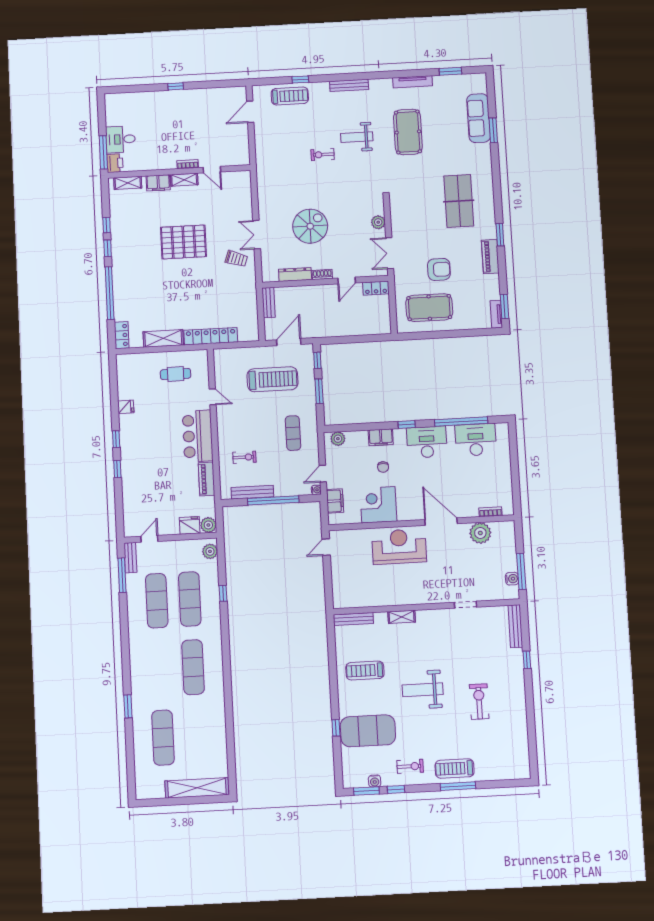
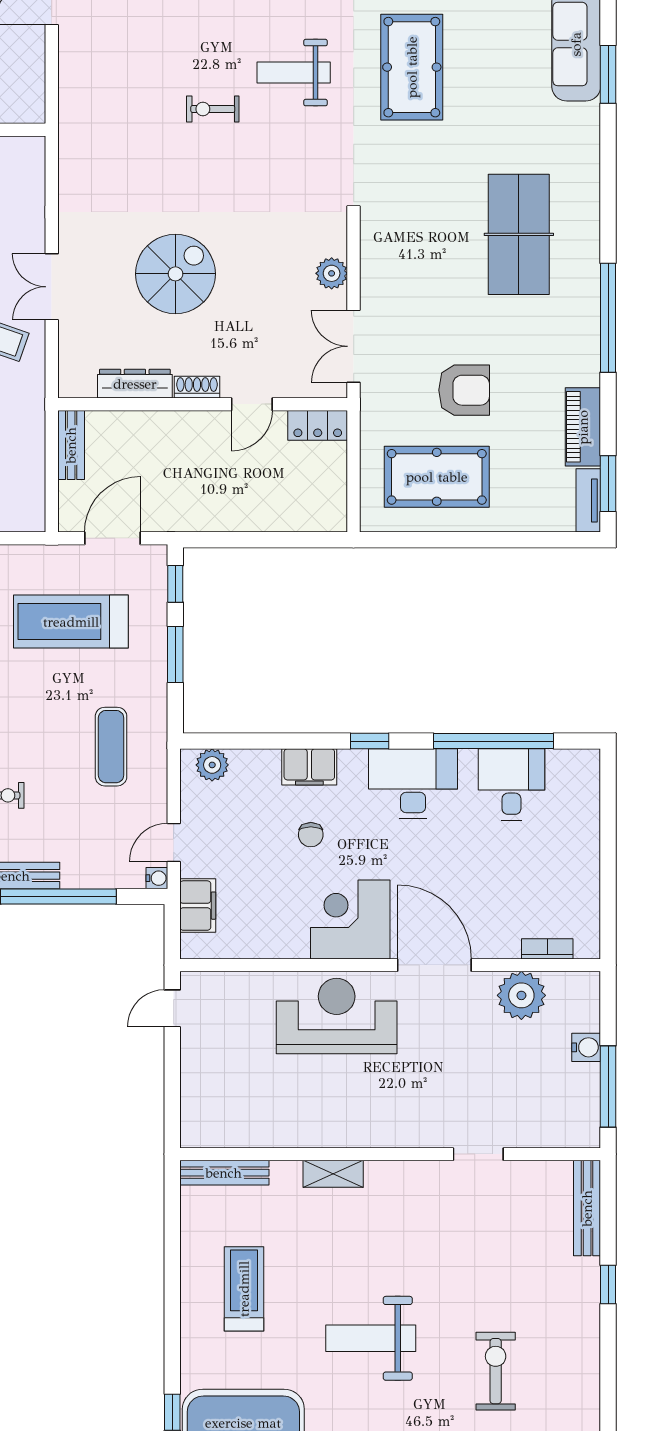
window: (500, 235) -> (608, 318), width x2.11
piano: (490, 257) -> (583, 427), moved
treadmill: (272, 379) -> (71, 622), turned 180
desk: (476, 440) -> (511, 784), width x0.73
corner desk: (378, 505) -> (350, 919), moved
water cooler: (512, 579) -> (586, 1047), moved
treadmill: (365, 671) -> (244, 1289), turned 90

